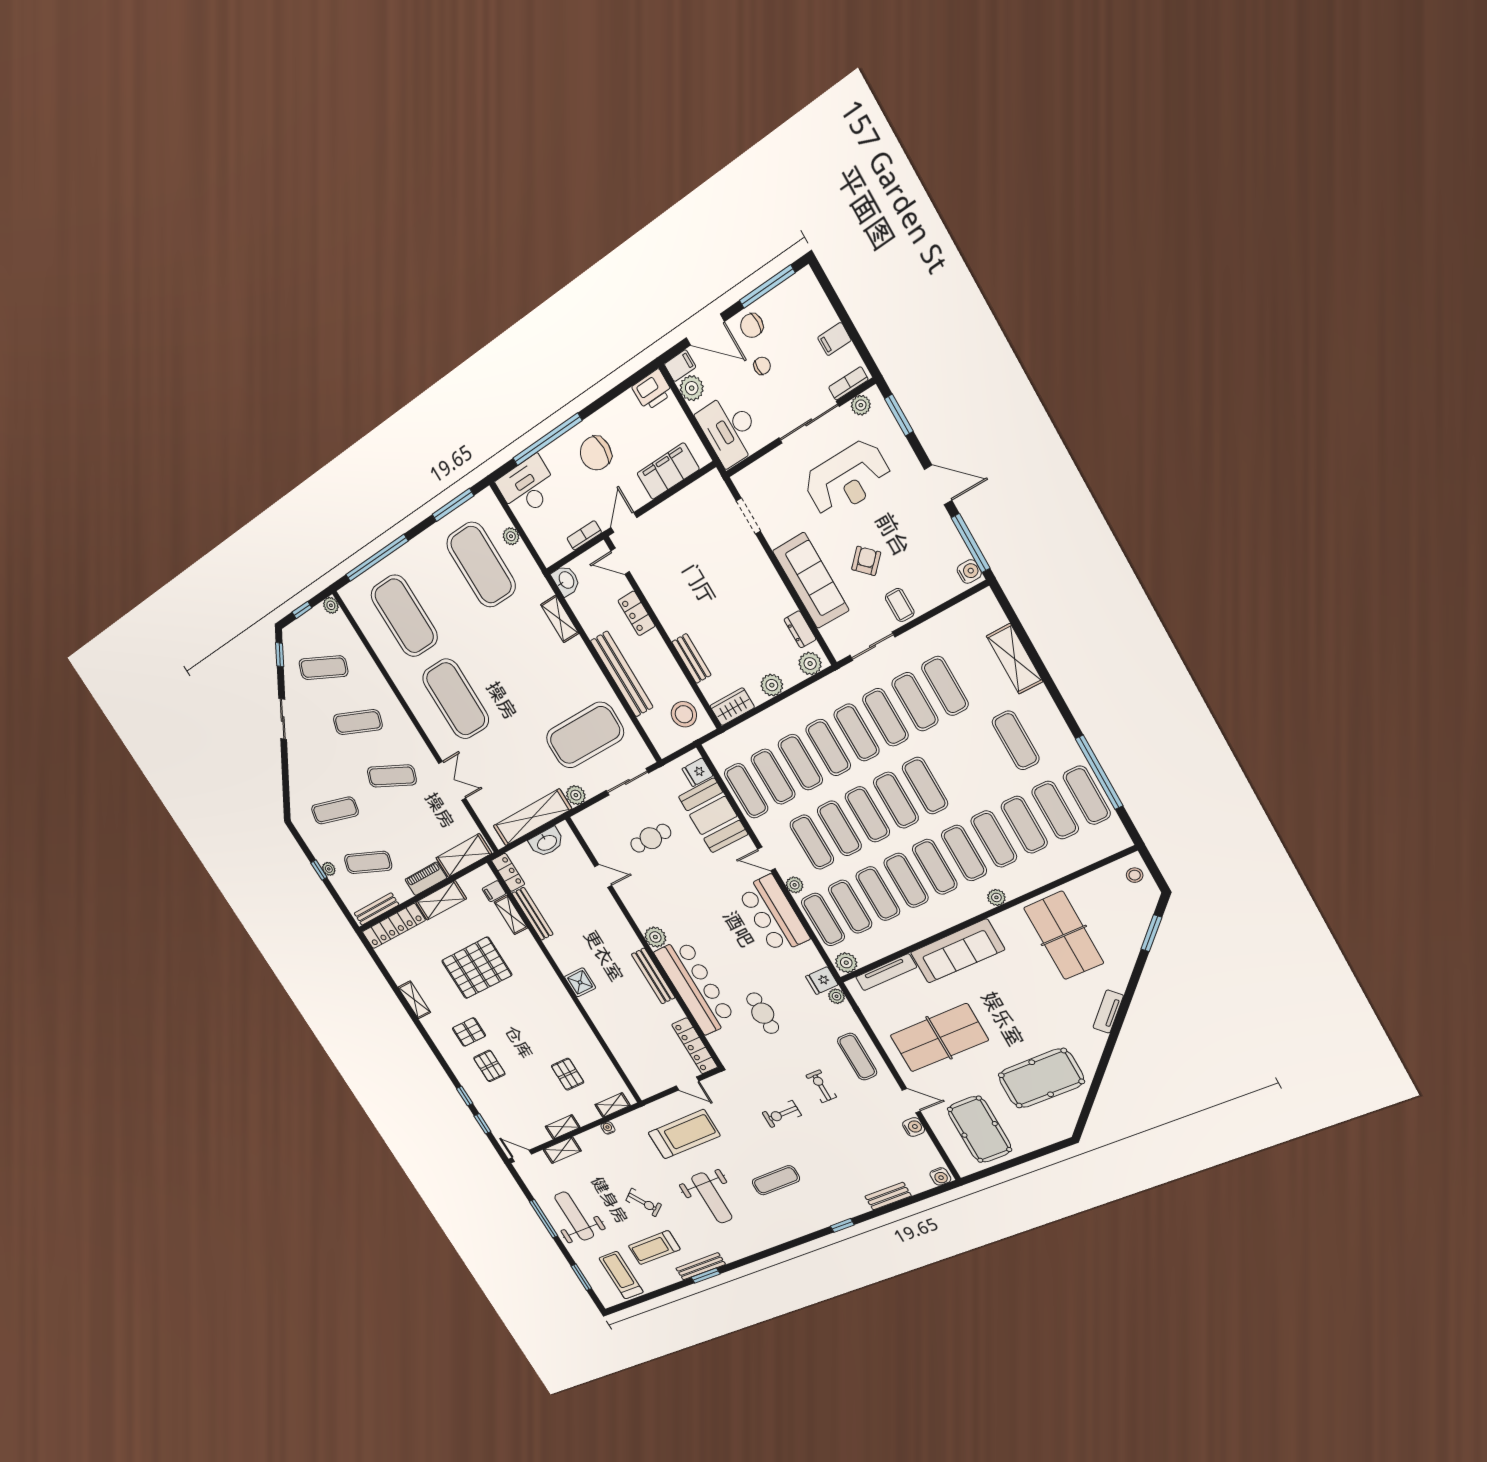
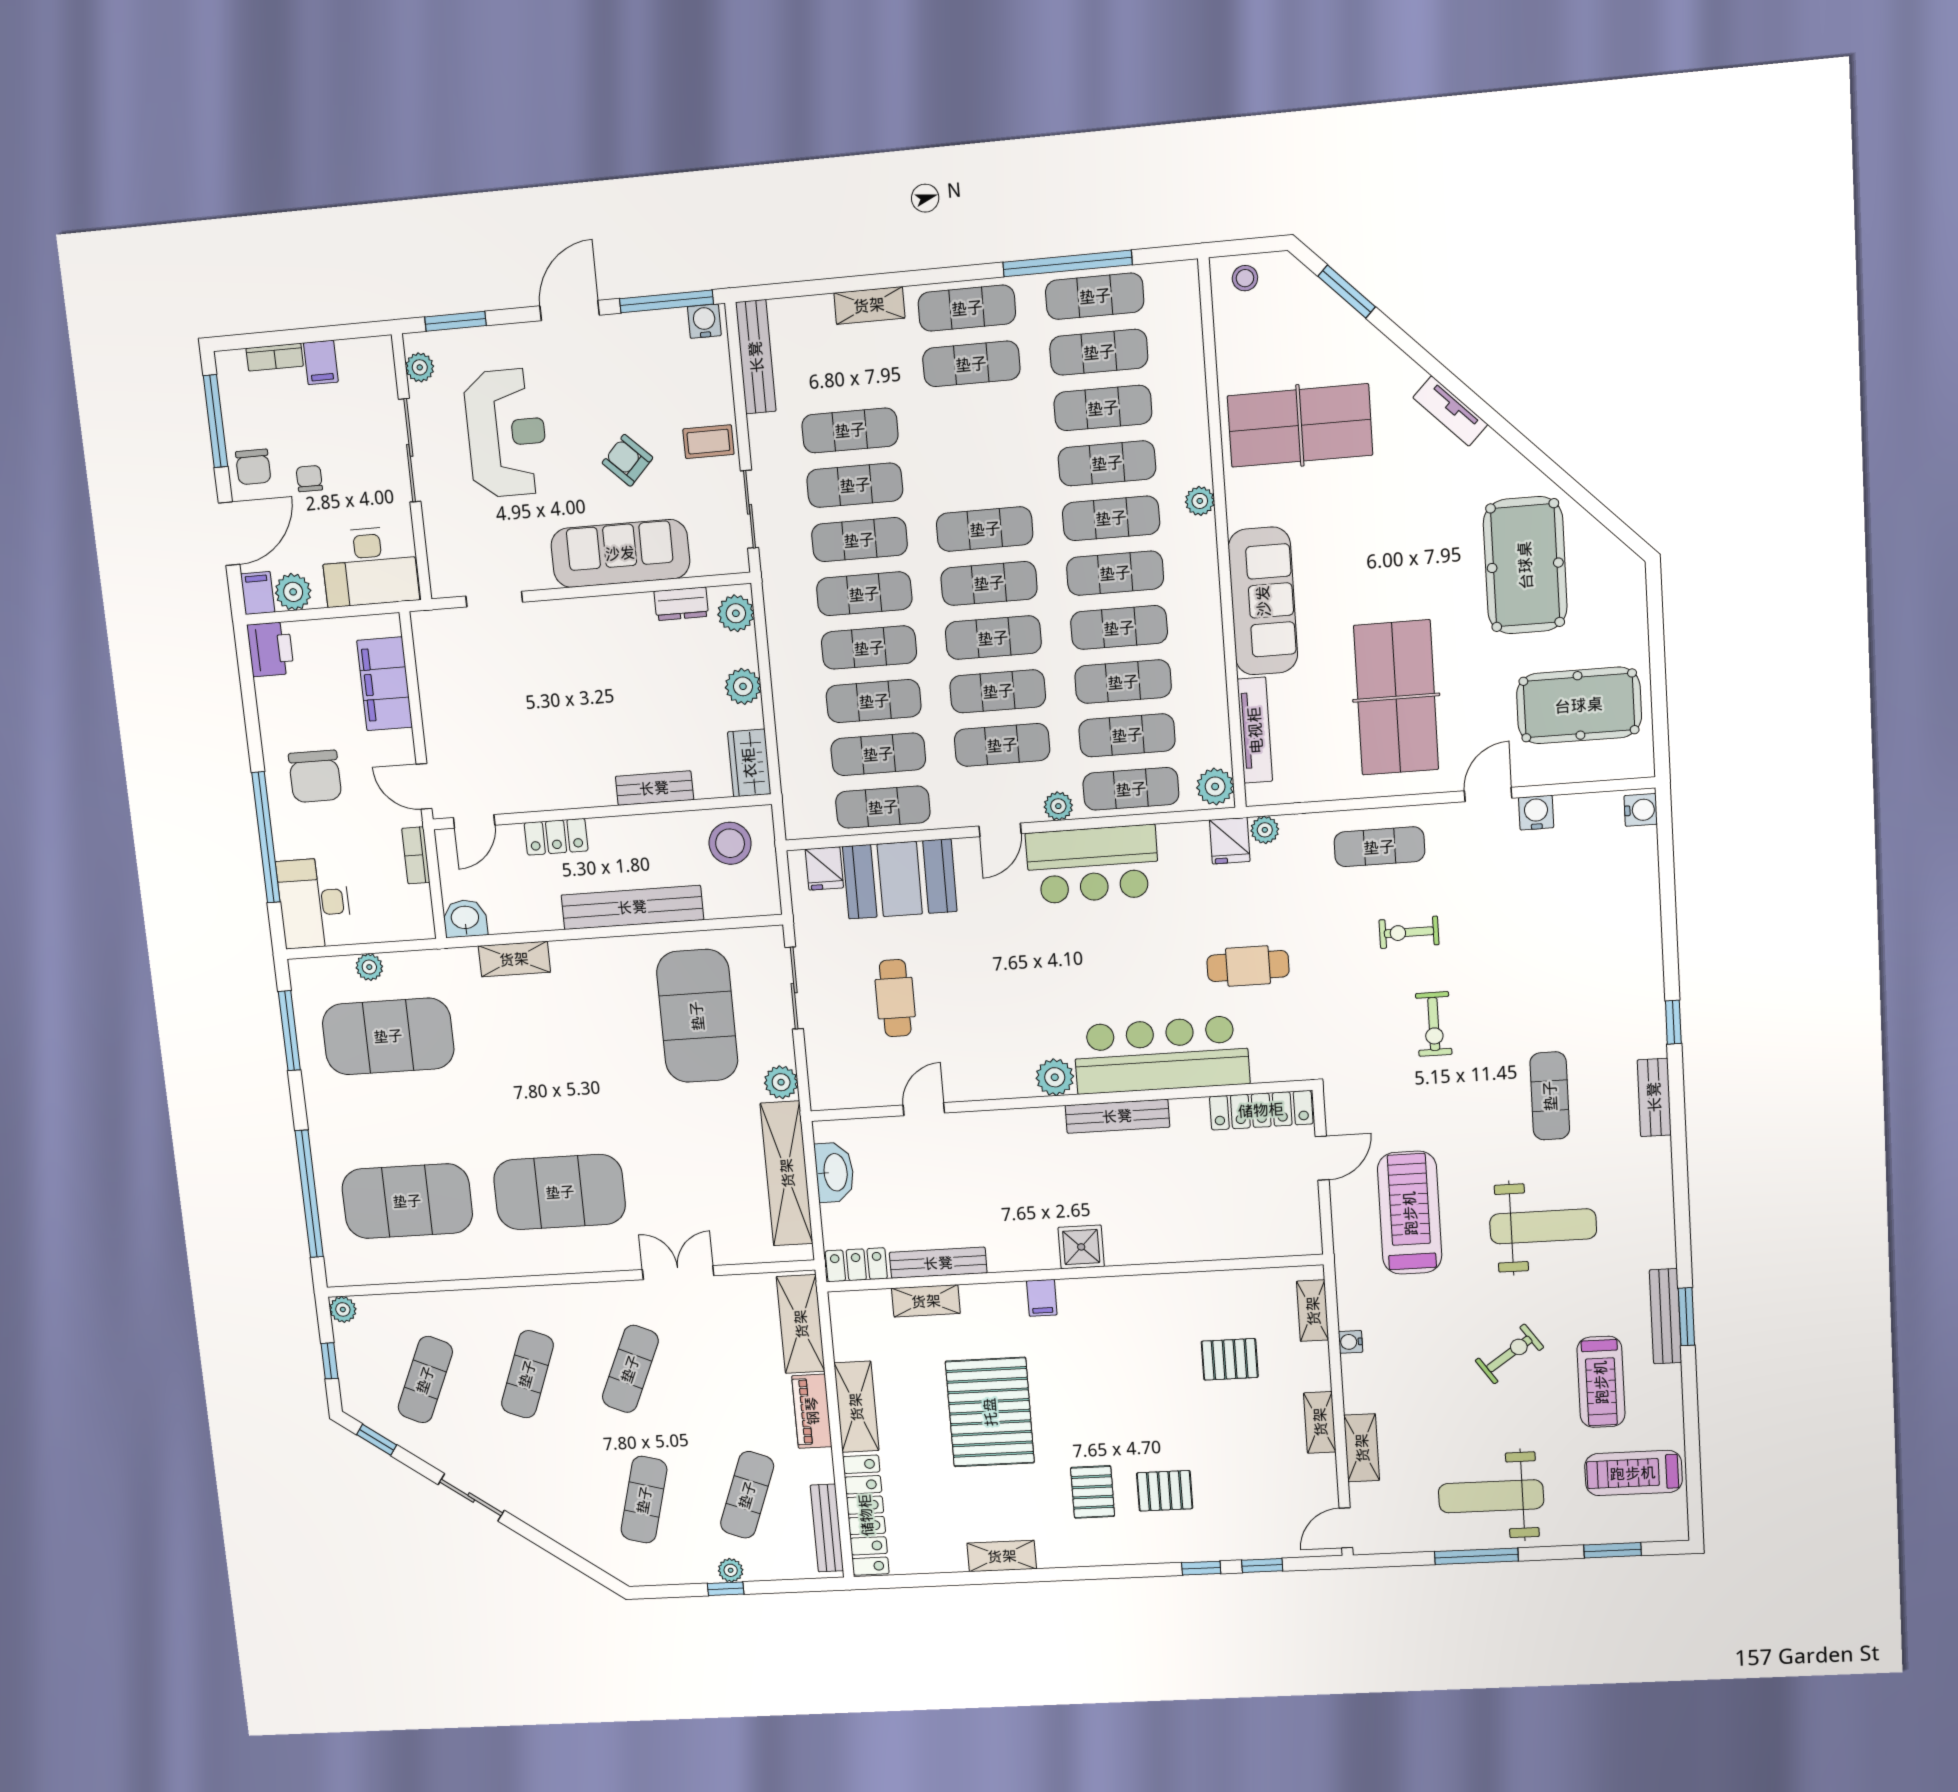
bookcase: (848, 383) -> (275, 357), moved, turned -90
bench: (962, 612) -> (756, 357), added
shelving: (1015, 659) -> (869, 305), width x0.67, depth x0.75
exercise mat: (1047, 725) -> (967, 308), added
filing cabinet: (494, 891) -> (1042, 1298), moved
bench: (888, 1196) -> (1654, 1097), moved

